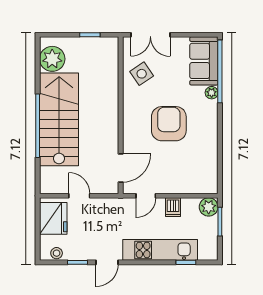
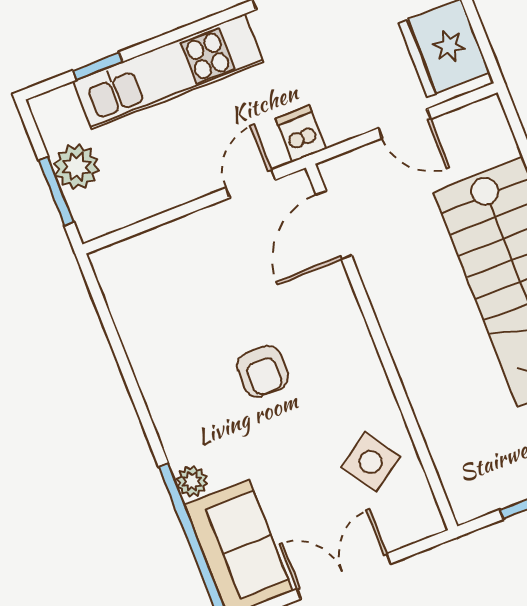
double door: (150, 35) -> (344, 576), moved
armchair: (169, 124) -> (263, 371), width x0.53, depth x0.53
dishwasher: (173, 207) -> (301, 134), moved
plant: (209, 207) -> (77, 167), moved

